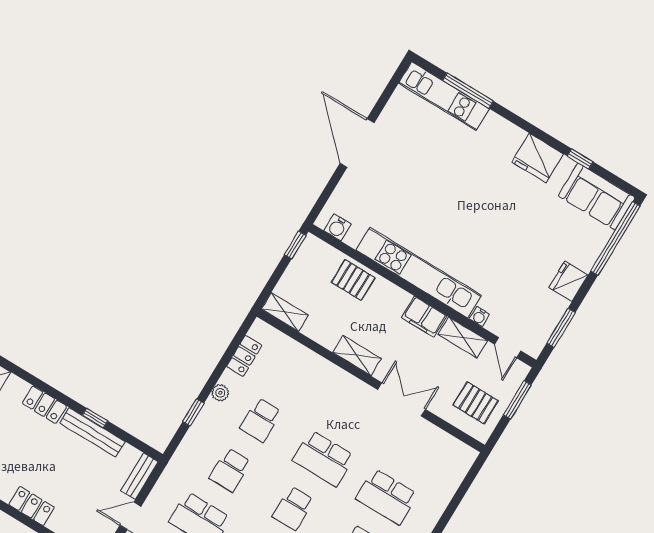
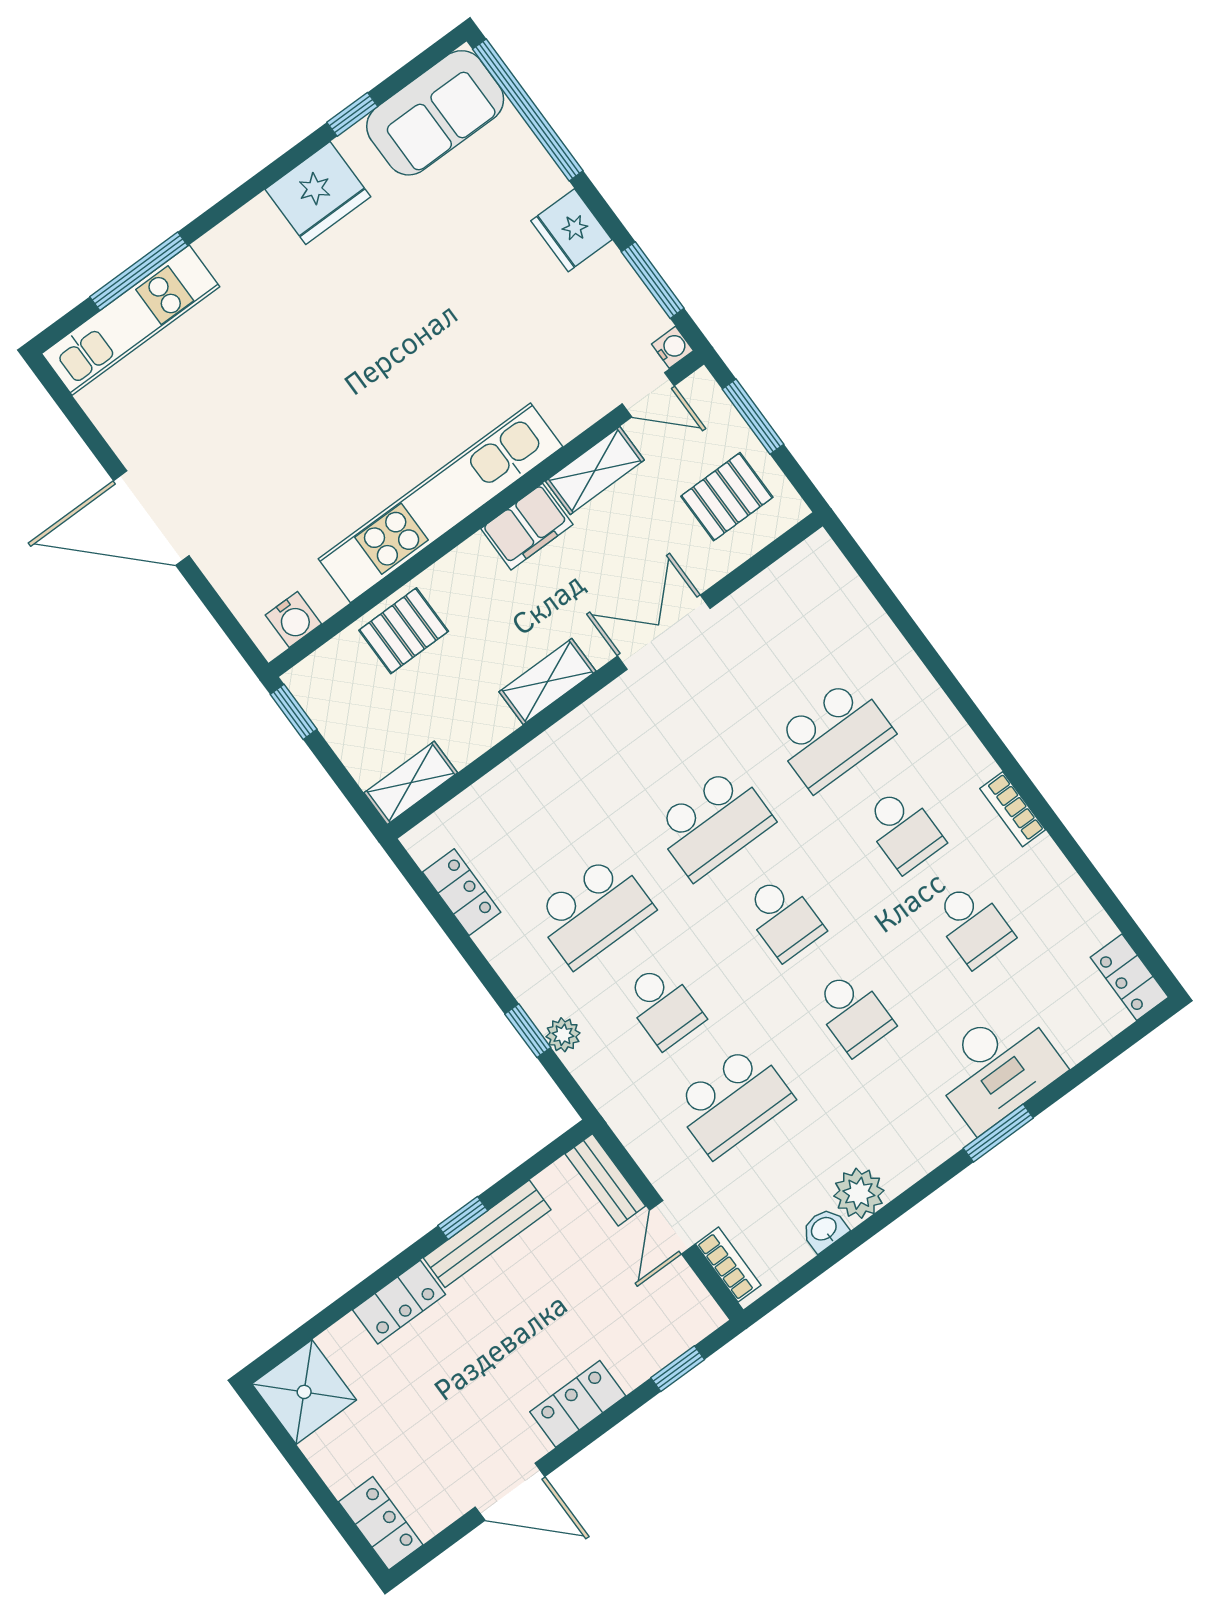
water cooler: (479, 317) -> (672, 347), moved, turned -90
plant: (220, 393) -> (563, 1035), moved
school desk: (260, 420) -> (593, 911), width x1.85

